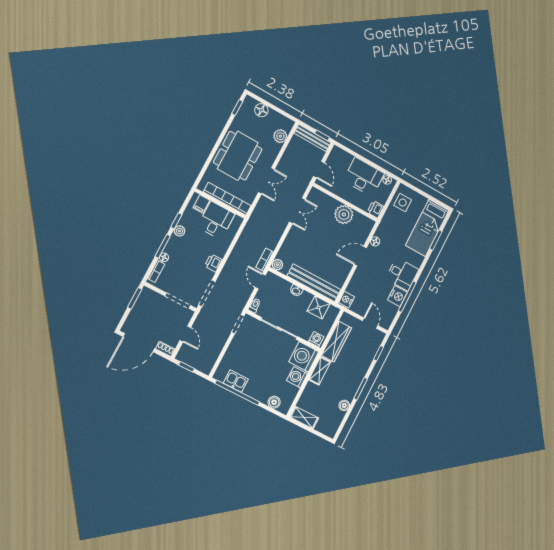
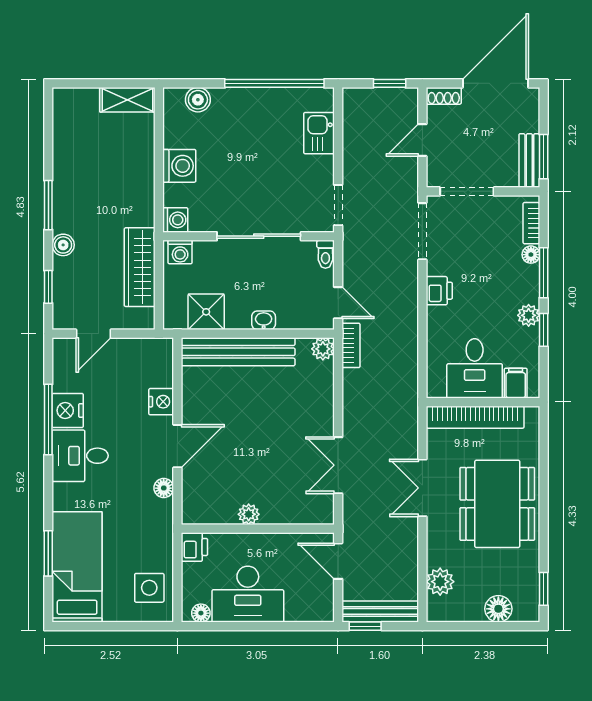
plant: (344, 214) -> (249, 514), width x0.53, depth x0.53
bench: (142, 300) -> (529, 161), added
nightstand: (347, 300) -> (161, 402), moved
door: (370, 323) -> (93, 334), hinge flipped
door: (185, 334) -> (422, 140), hinge flipped
washing machine: (304, 357) -> (175, 220), width x0.53, depth x0.53
shelving: (320, 371) -> (143, 199), removed
kitchen sink: (236, 381) -> (319, 133), moved, turned 90
boiler: (344, 405) -> (63, 245), moved

